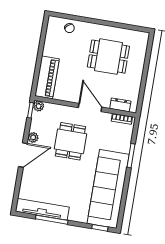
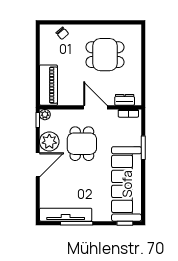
plant: (33, 137) -> (49, 142), width x1.87, depth x1.87

